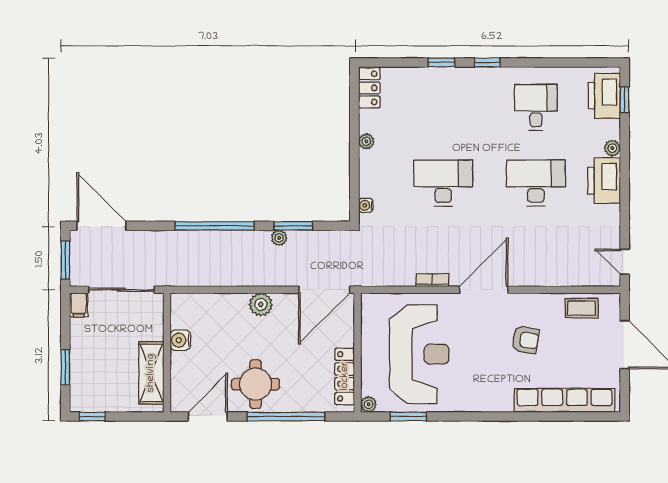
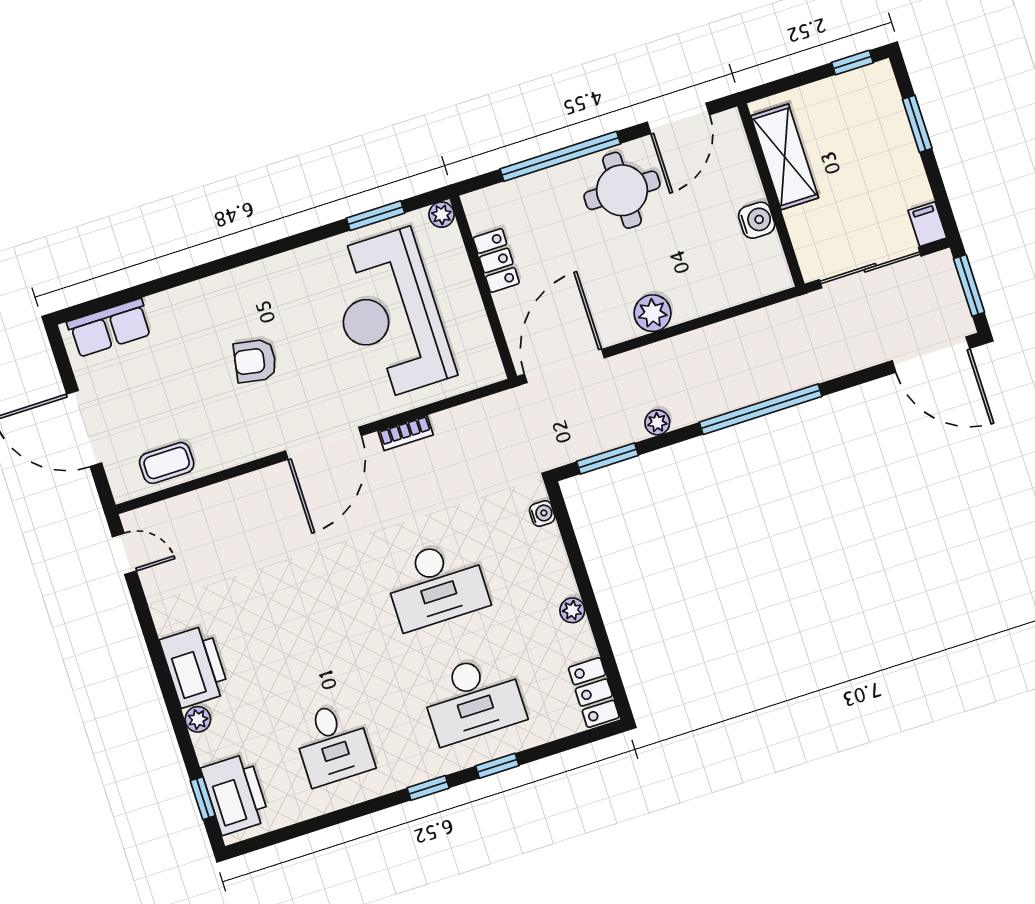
desk: (536, 183) -> (473, 699), moved
window: (293, 226) -> (607, 458), moved
armchair: (526, 340) -> (255, 361), moved
locker: (345, 376) -> (496, 260), width x0.66
row of seats: (565, 400) -> (110, 328), width x0.50

